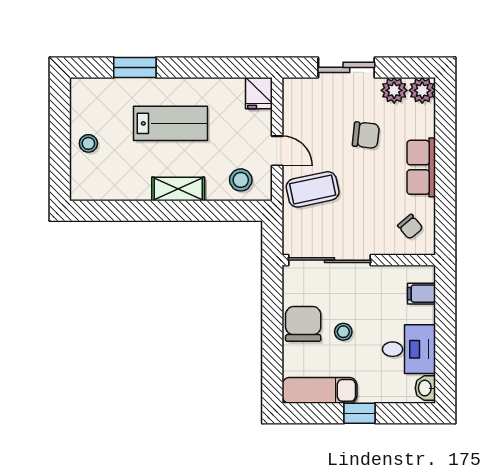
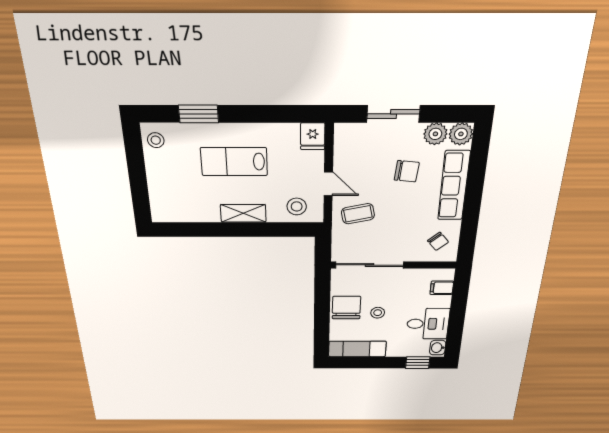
lab bench: (171, 123) -> (234, 162), turned 180
stool: (88, 143) -> (156, 140), moved
row of seats: (421, 167) -> (454, 186), width x1.48
coffee table: (313, 189) -> (358, 214), width x0.73, depth x0.77
window: (359, 413) -> (418, 363), moved

